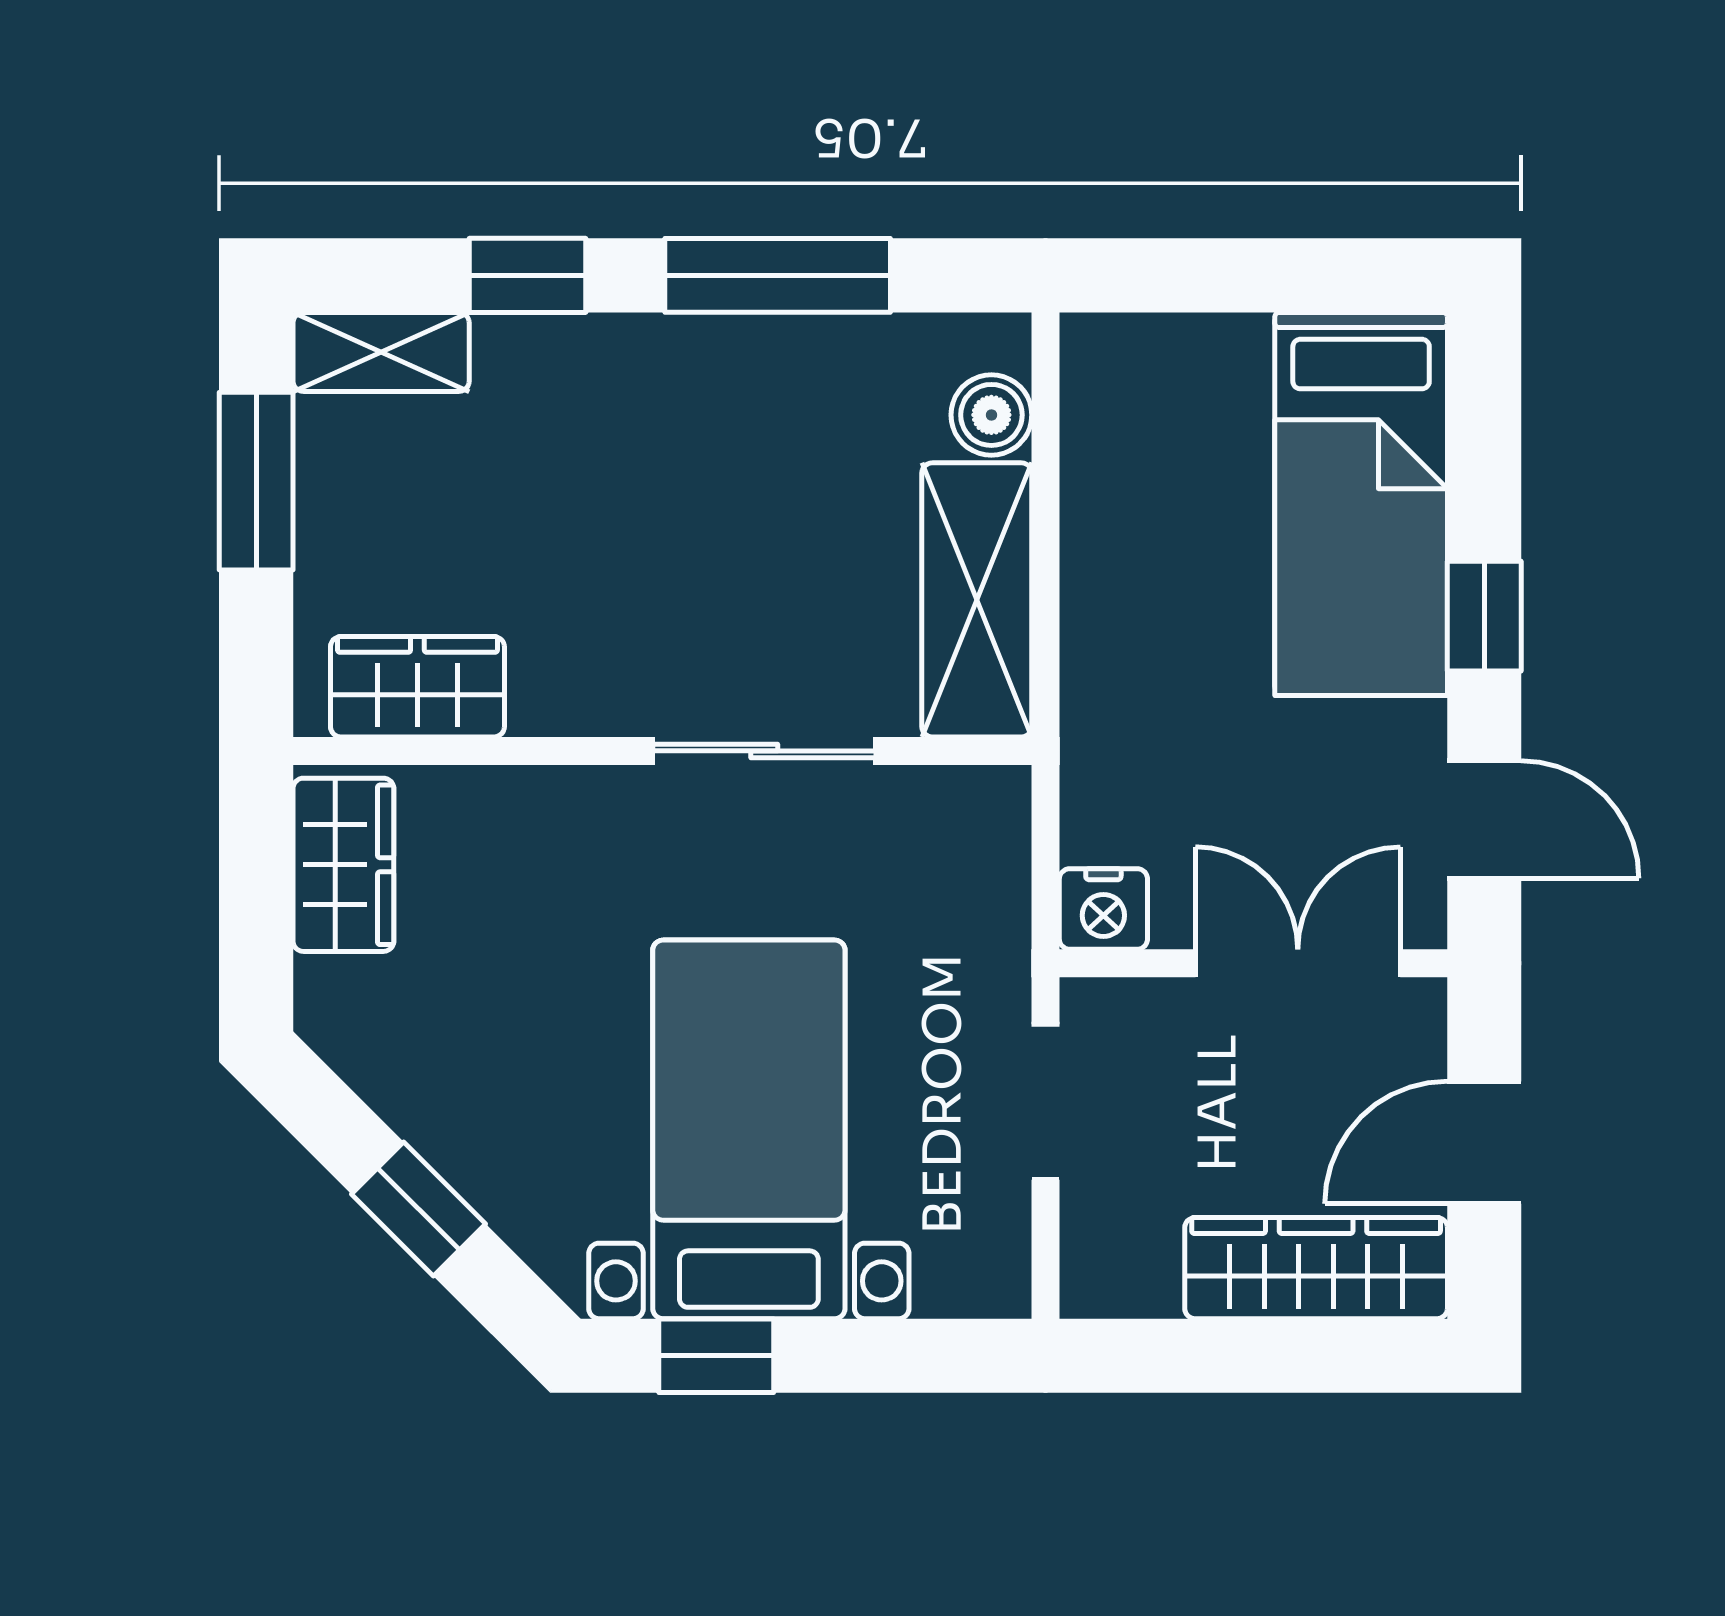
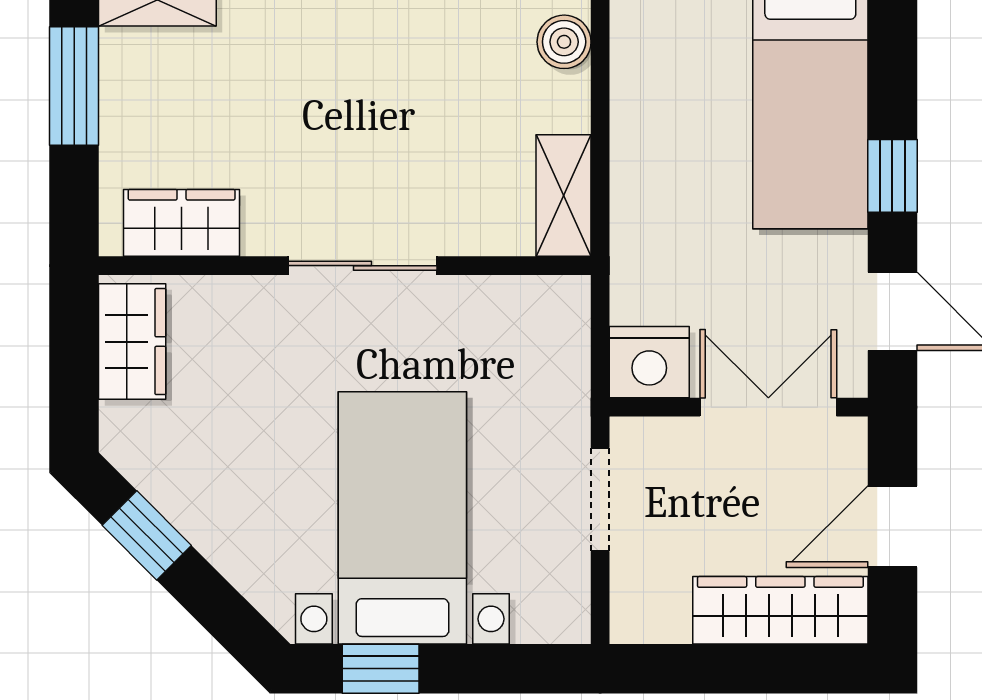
shelving: (977, 600) -> (563, 196), width x0.67, depth x0.75
sliding door: (764, 751) -> (363, 266), moved
nightstand: (1103, 909) -> (649, 362), width x1.36, depth x1.33
window: (419, 1209) -> (147, 535), moved

